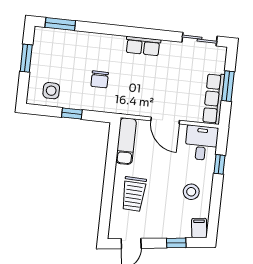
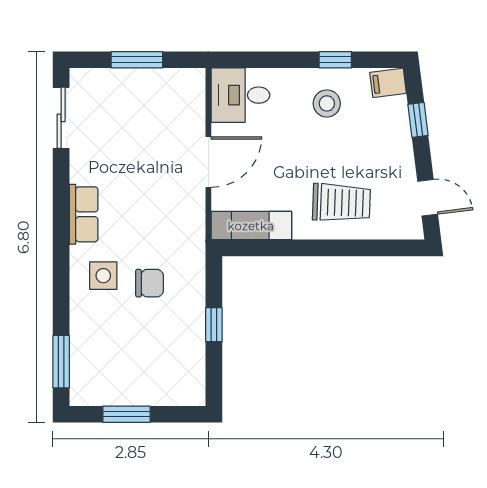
side table: (51, 91) -> (103, 276), moved
row of seats: (214, 99) -> (162, 82), removed
window: (219, 164) -> (335, 60), moved

